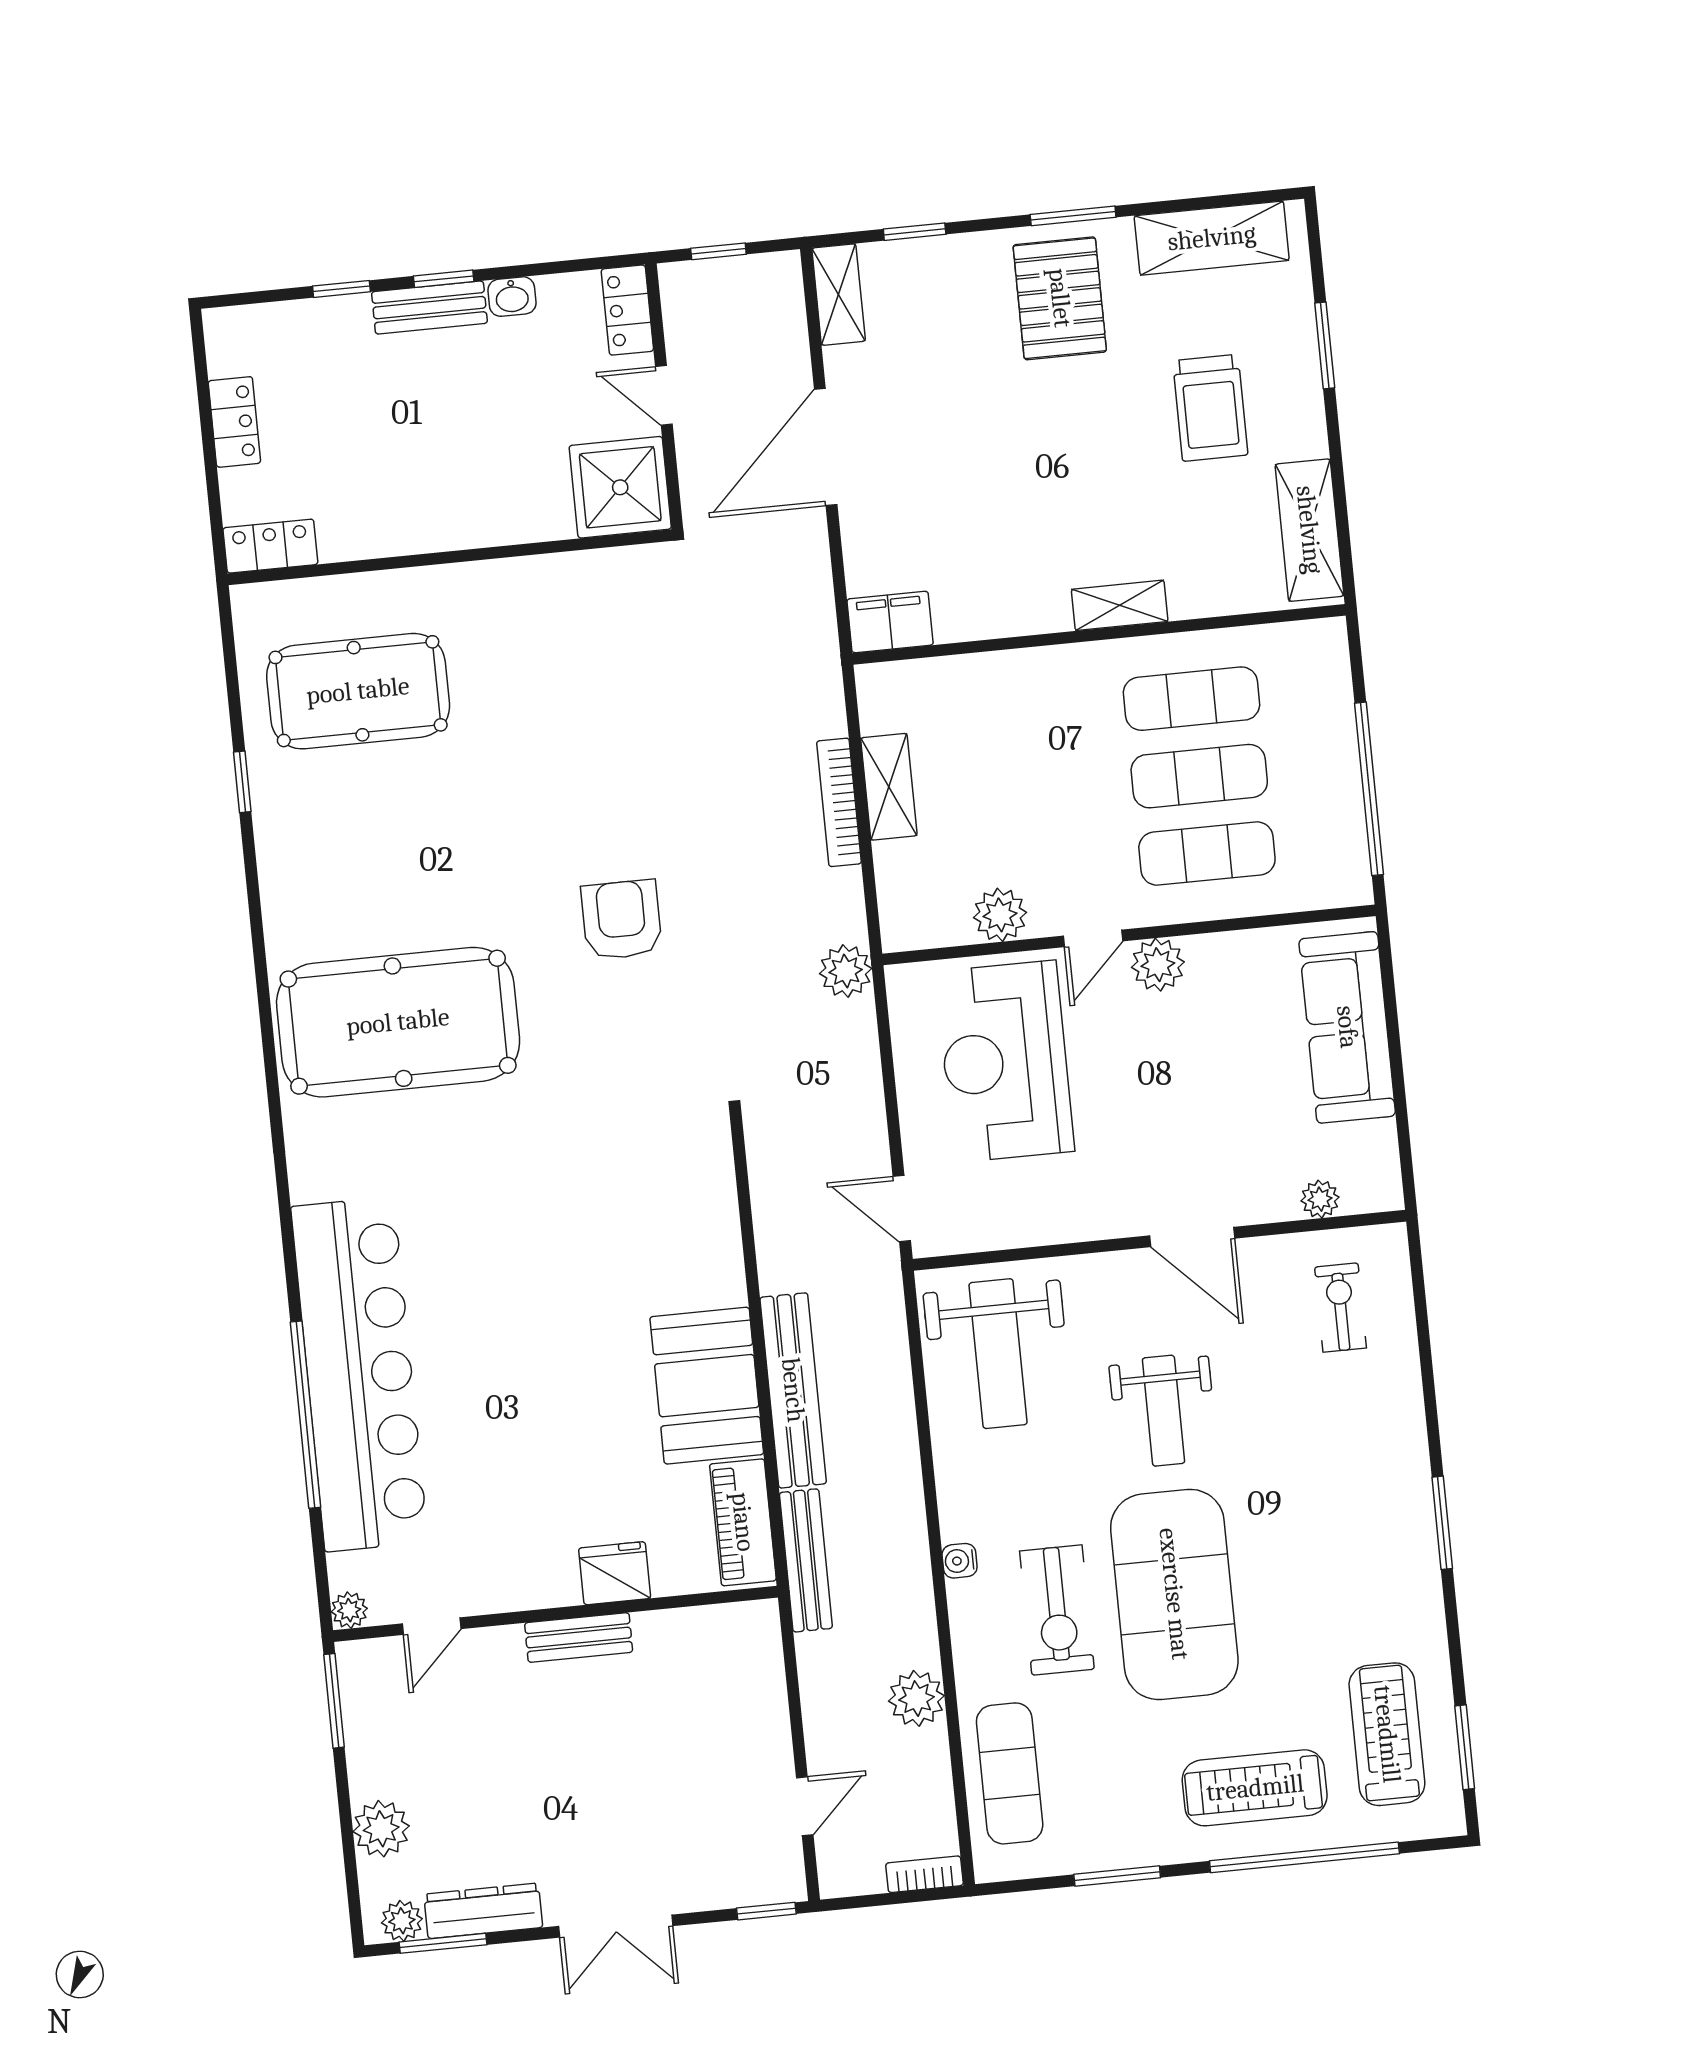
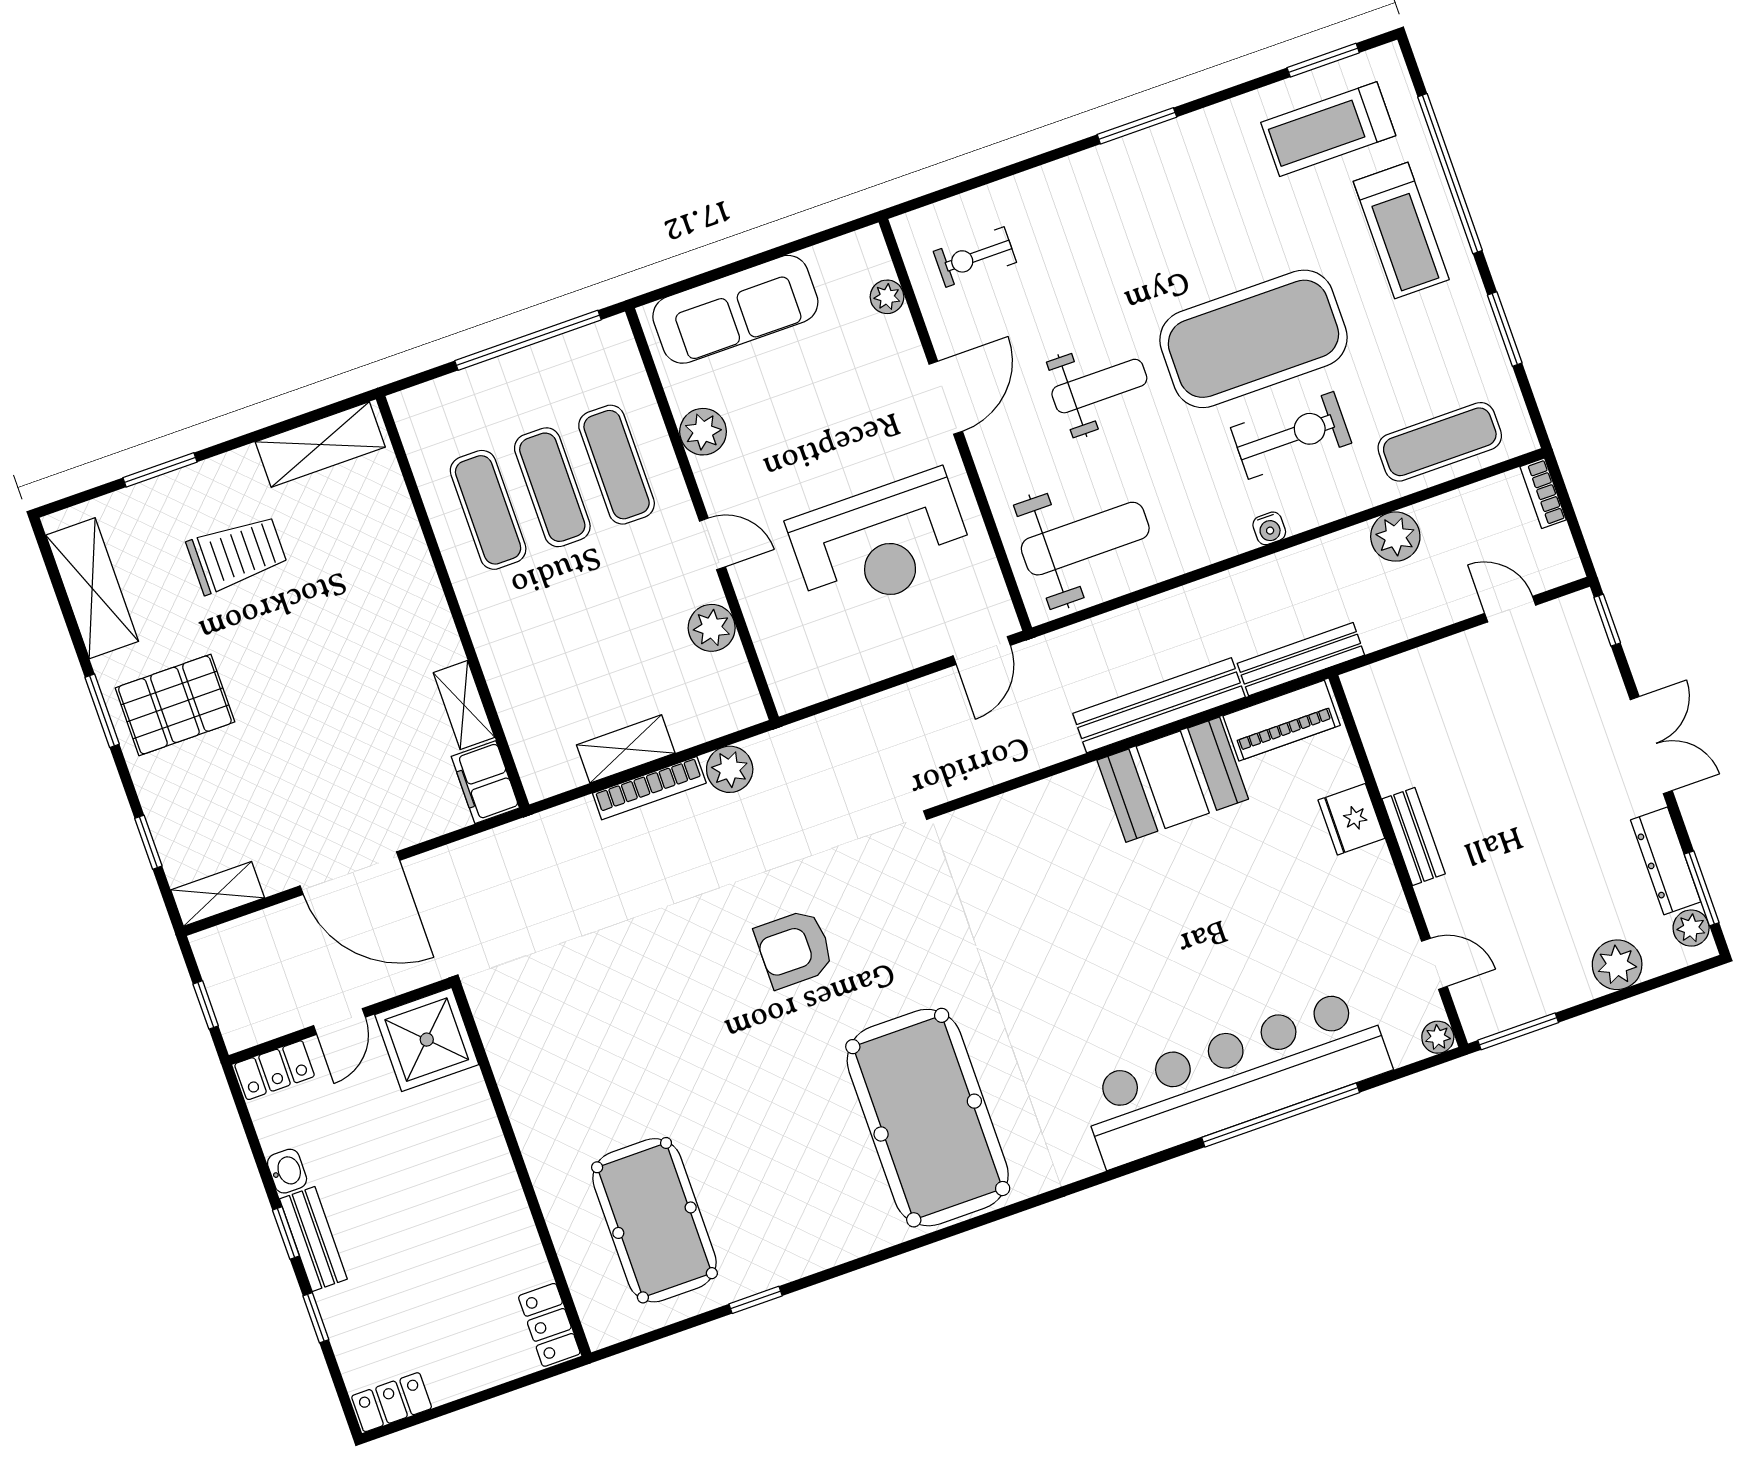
locker: (234, 422) -> (392, 1402), moved
shelving: (1120, 605) -> (464, 705), moved
plant: (1158, 965) -> (703, 432), moved
plant: (846, 971) -> (730, 769), moved
reception desk: (1005, 1061) -> (881, 543), moved

